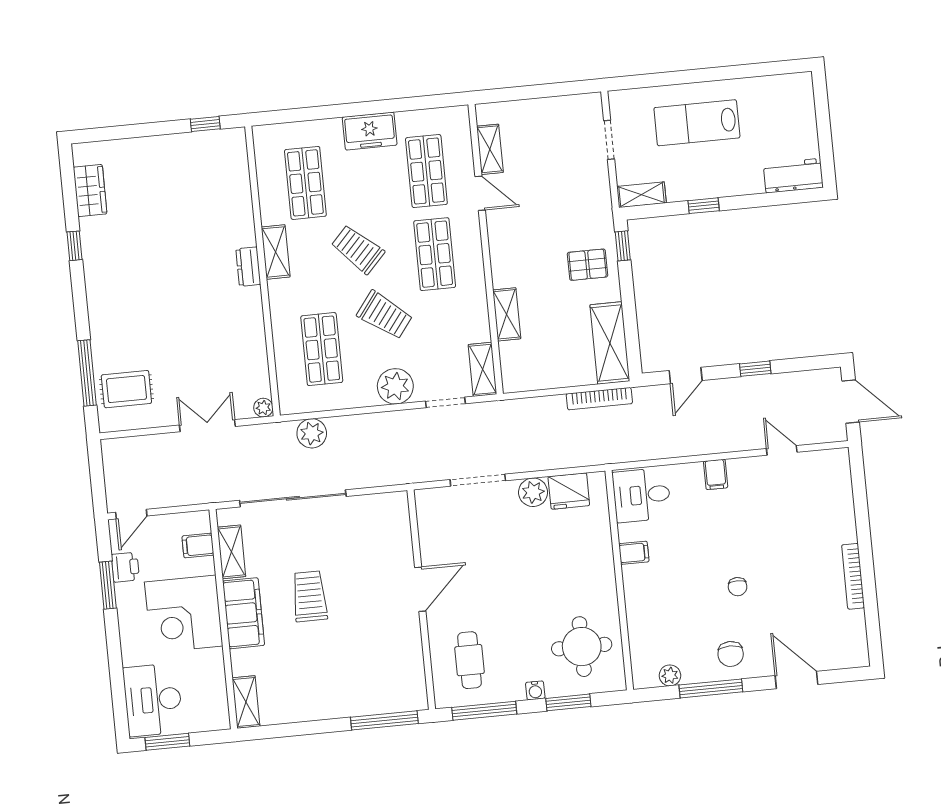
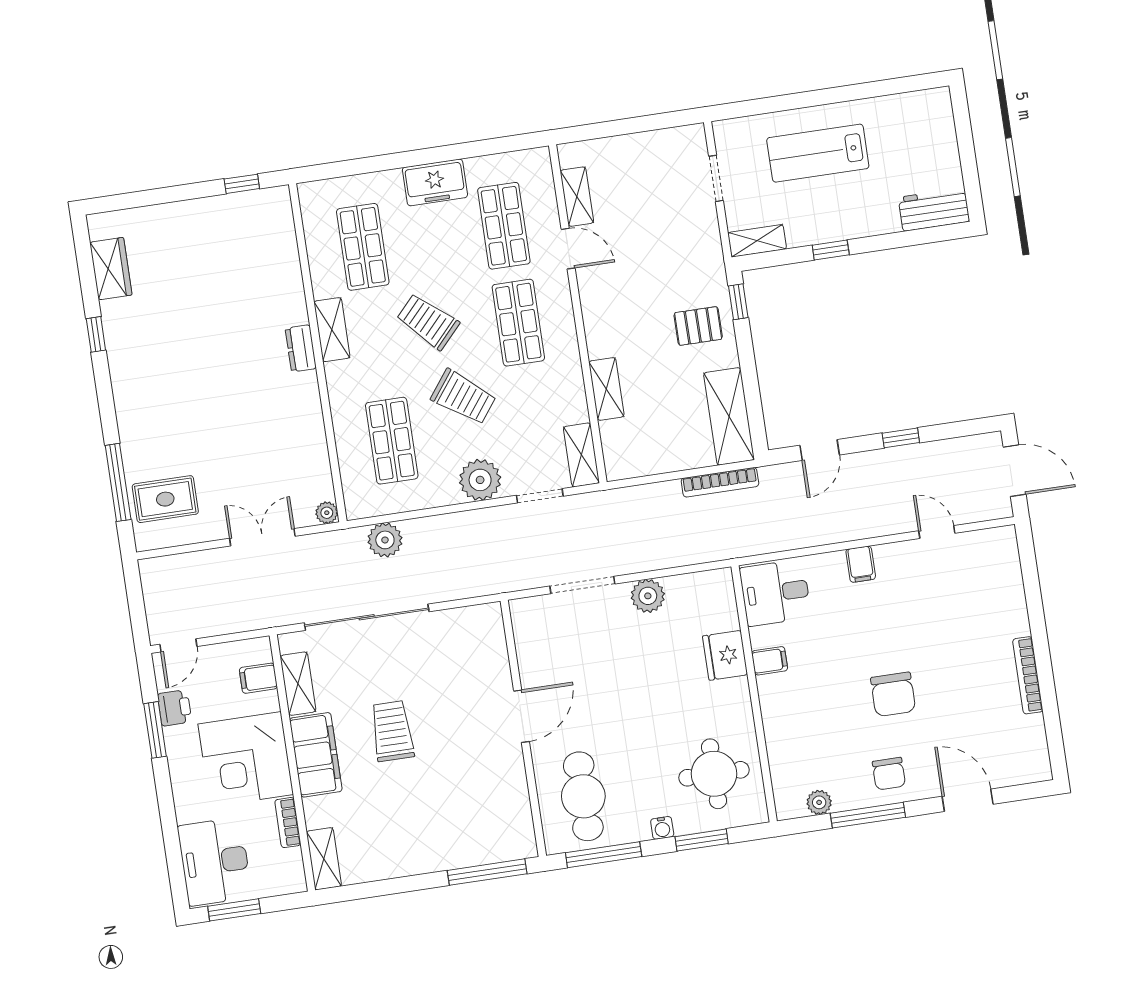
fridge: (569, 491) -> (725, 655), moved, turned 90
chair: (738, 587) -> (893, 694), width x1.87, depth x1.87
cafe table: (469, 660) -> (583, 796), width x1.37, depth x1.35
bookcase: (217, 670) -> (288, 823), added

